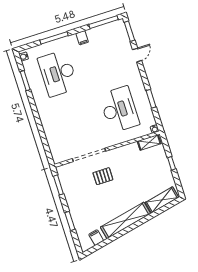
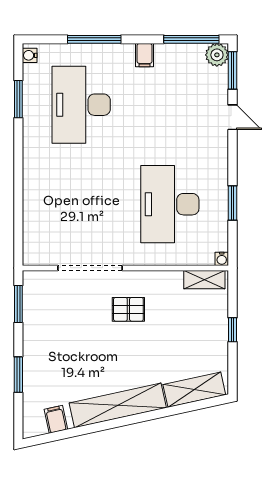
plant: (119, 26) -> (217, 55), added
door: (137, 55) -> (233, 117), hinge flipped
desk: (119, 110) -> (170, 204), turned 180
pallet: (103, 176) -> (128, 309), moved

